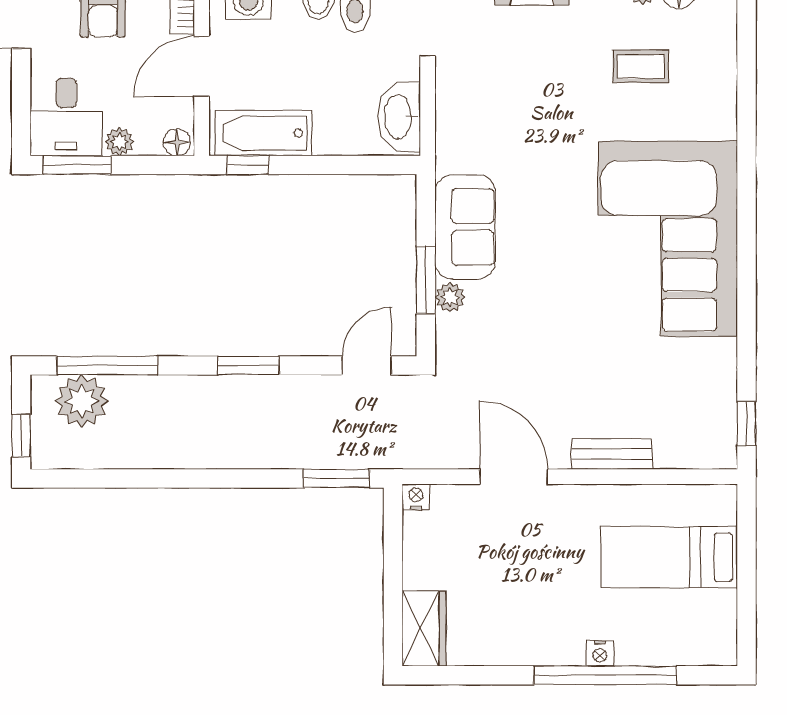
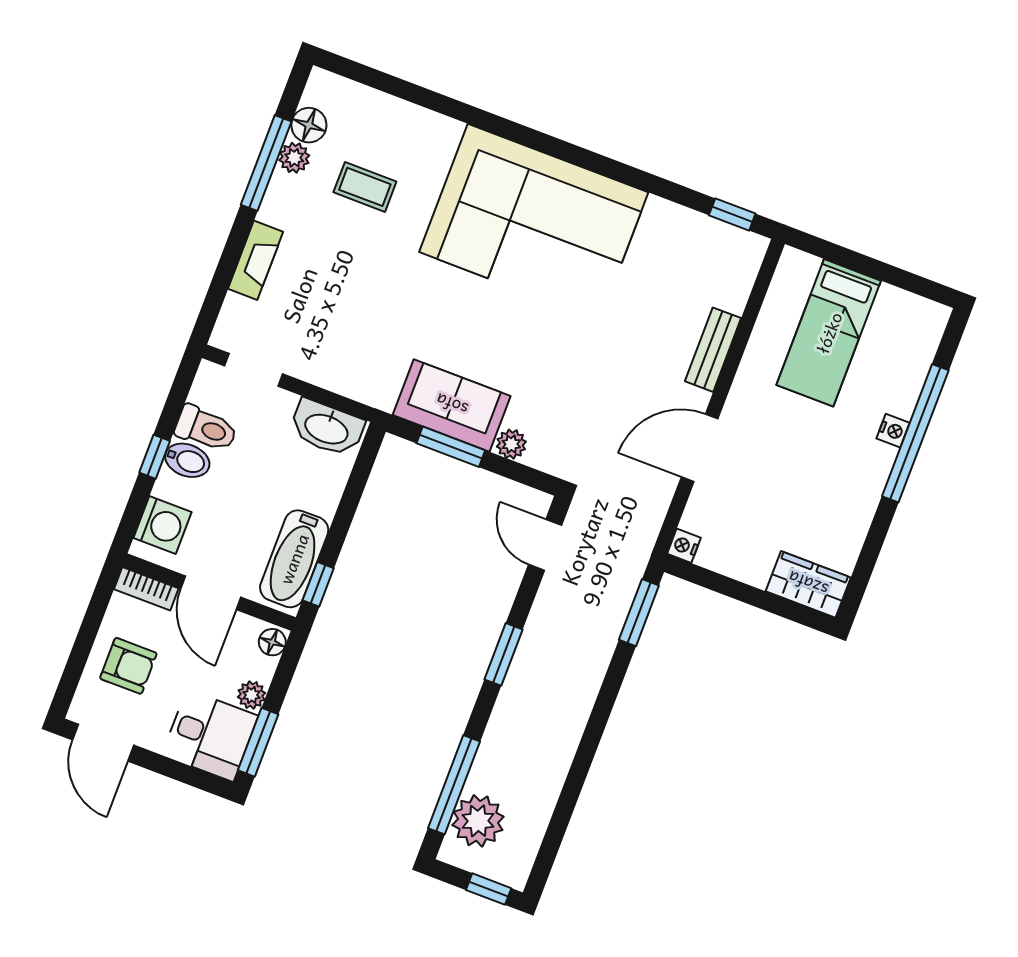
coffee table: (641, 66) -> (365, 187), turned 90
window: (426, 280) -> (451, 447), moved

